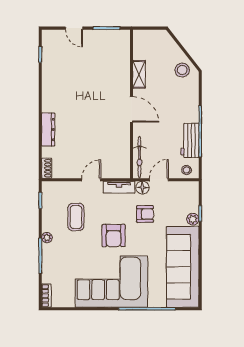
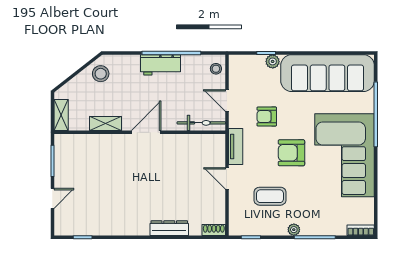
shelving: (146, 36) -> (61, 115), added
workbench: (190, 140) -> (161, 65), moved
floor lamp: (142, 188) -> (236, 120), removed
armchair: (145, 214) -> (267, 117), turned -90
armchair: (114, 236) -> (291, 153), turned 180

